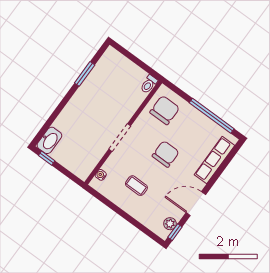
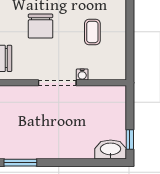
chair: (166, 154) -> (41, 26), turned -90
water cooler: (101, 175) -> (82, 74), moved

